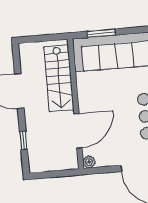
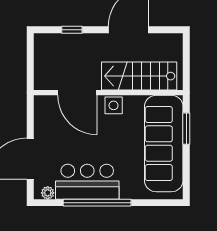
side table: (86, 98) -> (114, 105), added
plant: (89, 162) -> (41, 102), removed

